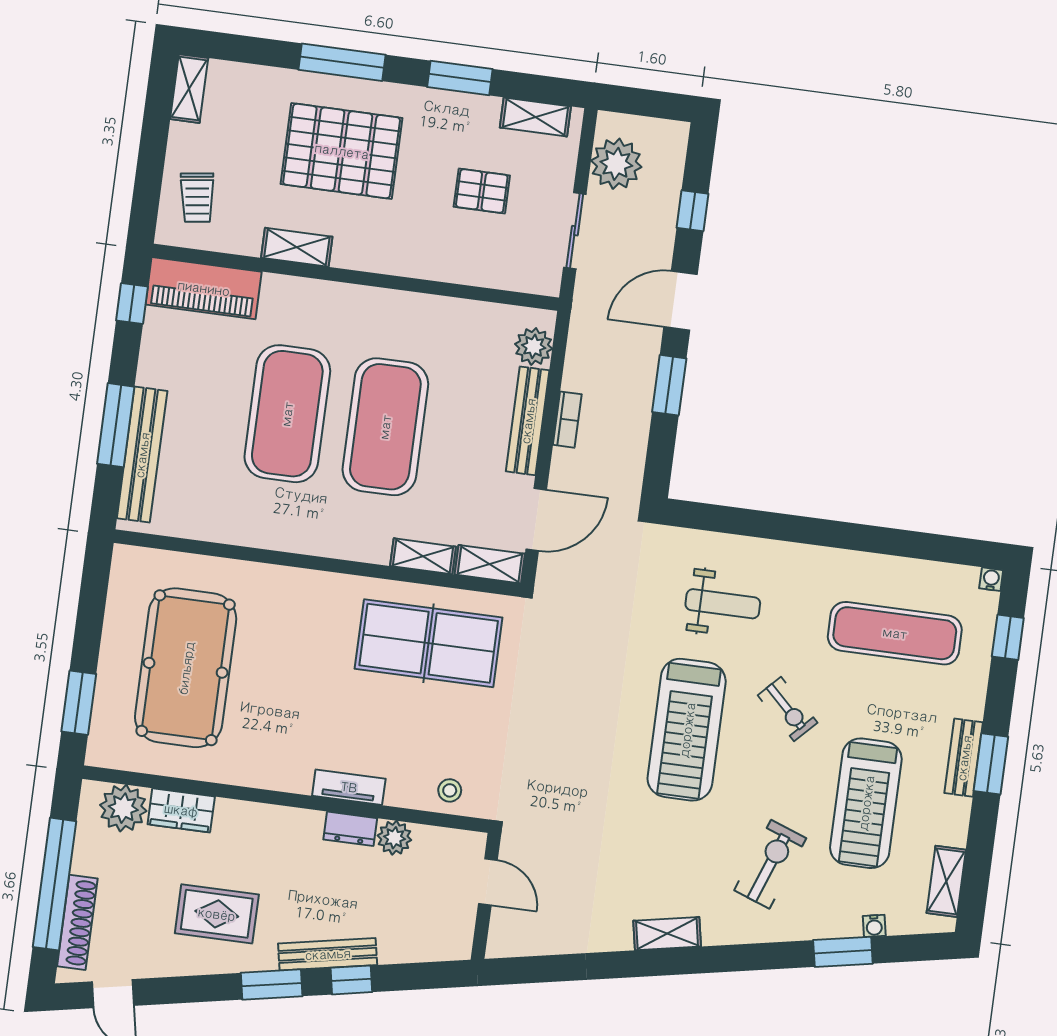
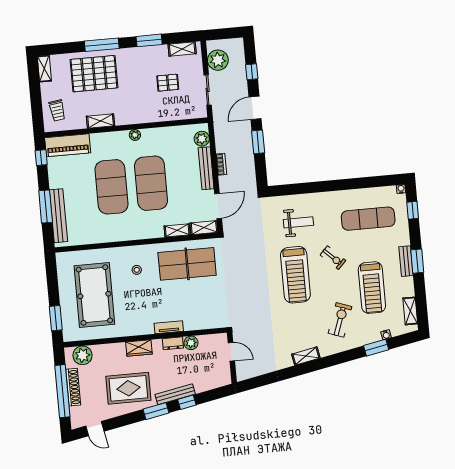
pallet: (342, 151) -> (94, 74), moved
plant: (373, 300) -> (135, 135), added
stool: (450, 790) -> (137, 270), moved
wardrobe: (181, 810) -> (139, 348), moved
rug: (217, 914) -> (128, 388), width x1.36, depth x1.43
shoe rack: (77, 922) -> (73, 387), moved

